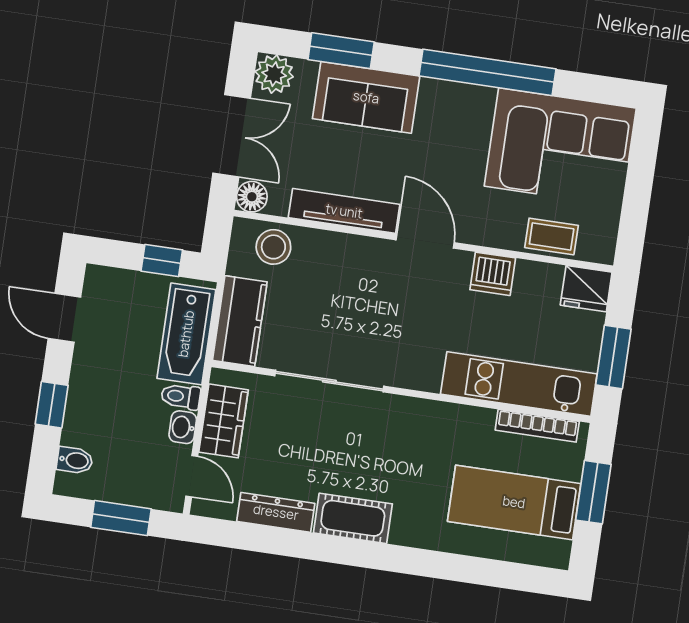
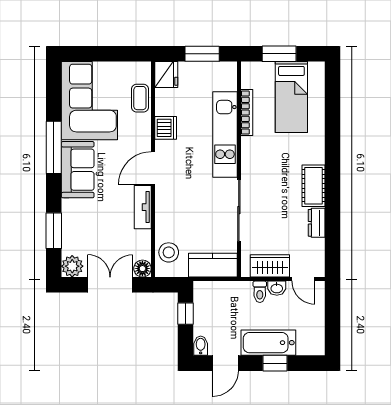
window: (487, 72) -> (54, 147), width x0.68
sofa: (366, 97) -> (78, 170), moved
tv unit: (344, 211) -> (143, 207), width x0.71
bathtub: (186, 334) -> (268, 343), moved, turned 180
kitchen unit: (519, 384) -> (225, 135), moved
bookcase: (537, 426) -> (247, 113), moved
bidet: (75, 460) -> (201, 346), moved
door: (192, 476) -> (303, 279), swing flipped
dresser: (276, 512) -> (317, 223), width x0.70
window: (121, 518) -> (333, 315), removed

